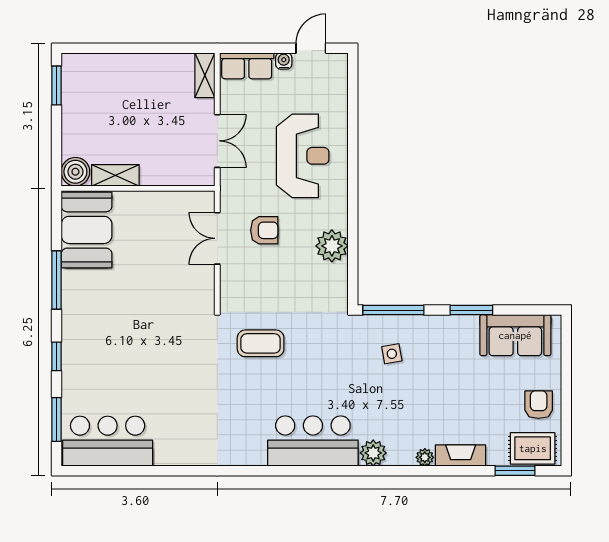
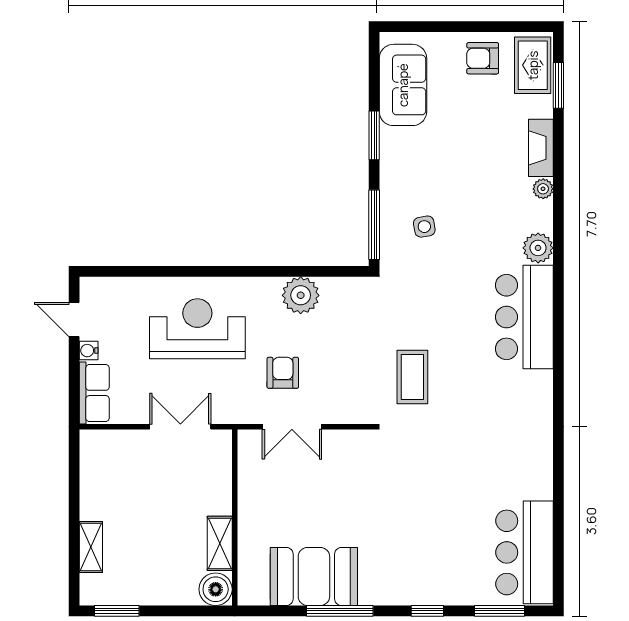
shelving: (205, 75) -> (91, 547), moved, turned 90
booth: (87, 230) -> (314, 577), moved

